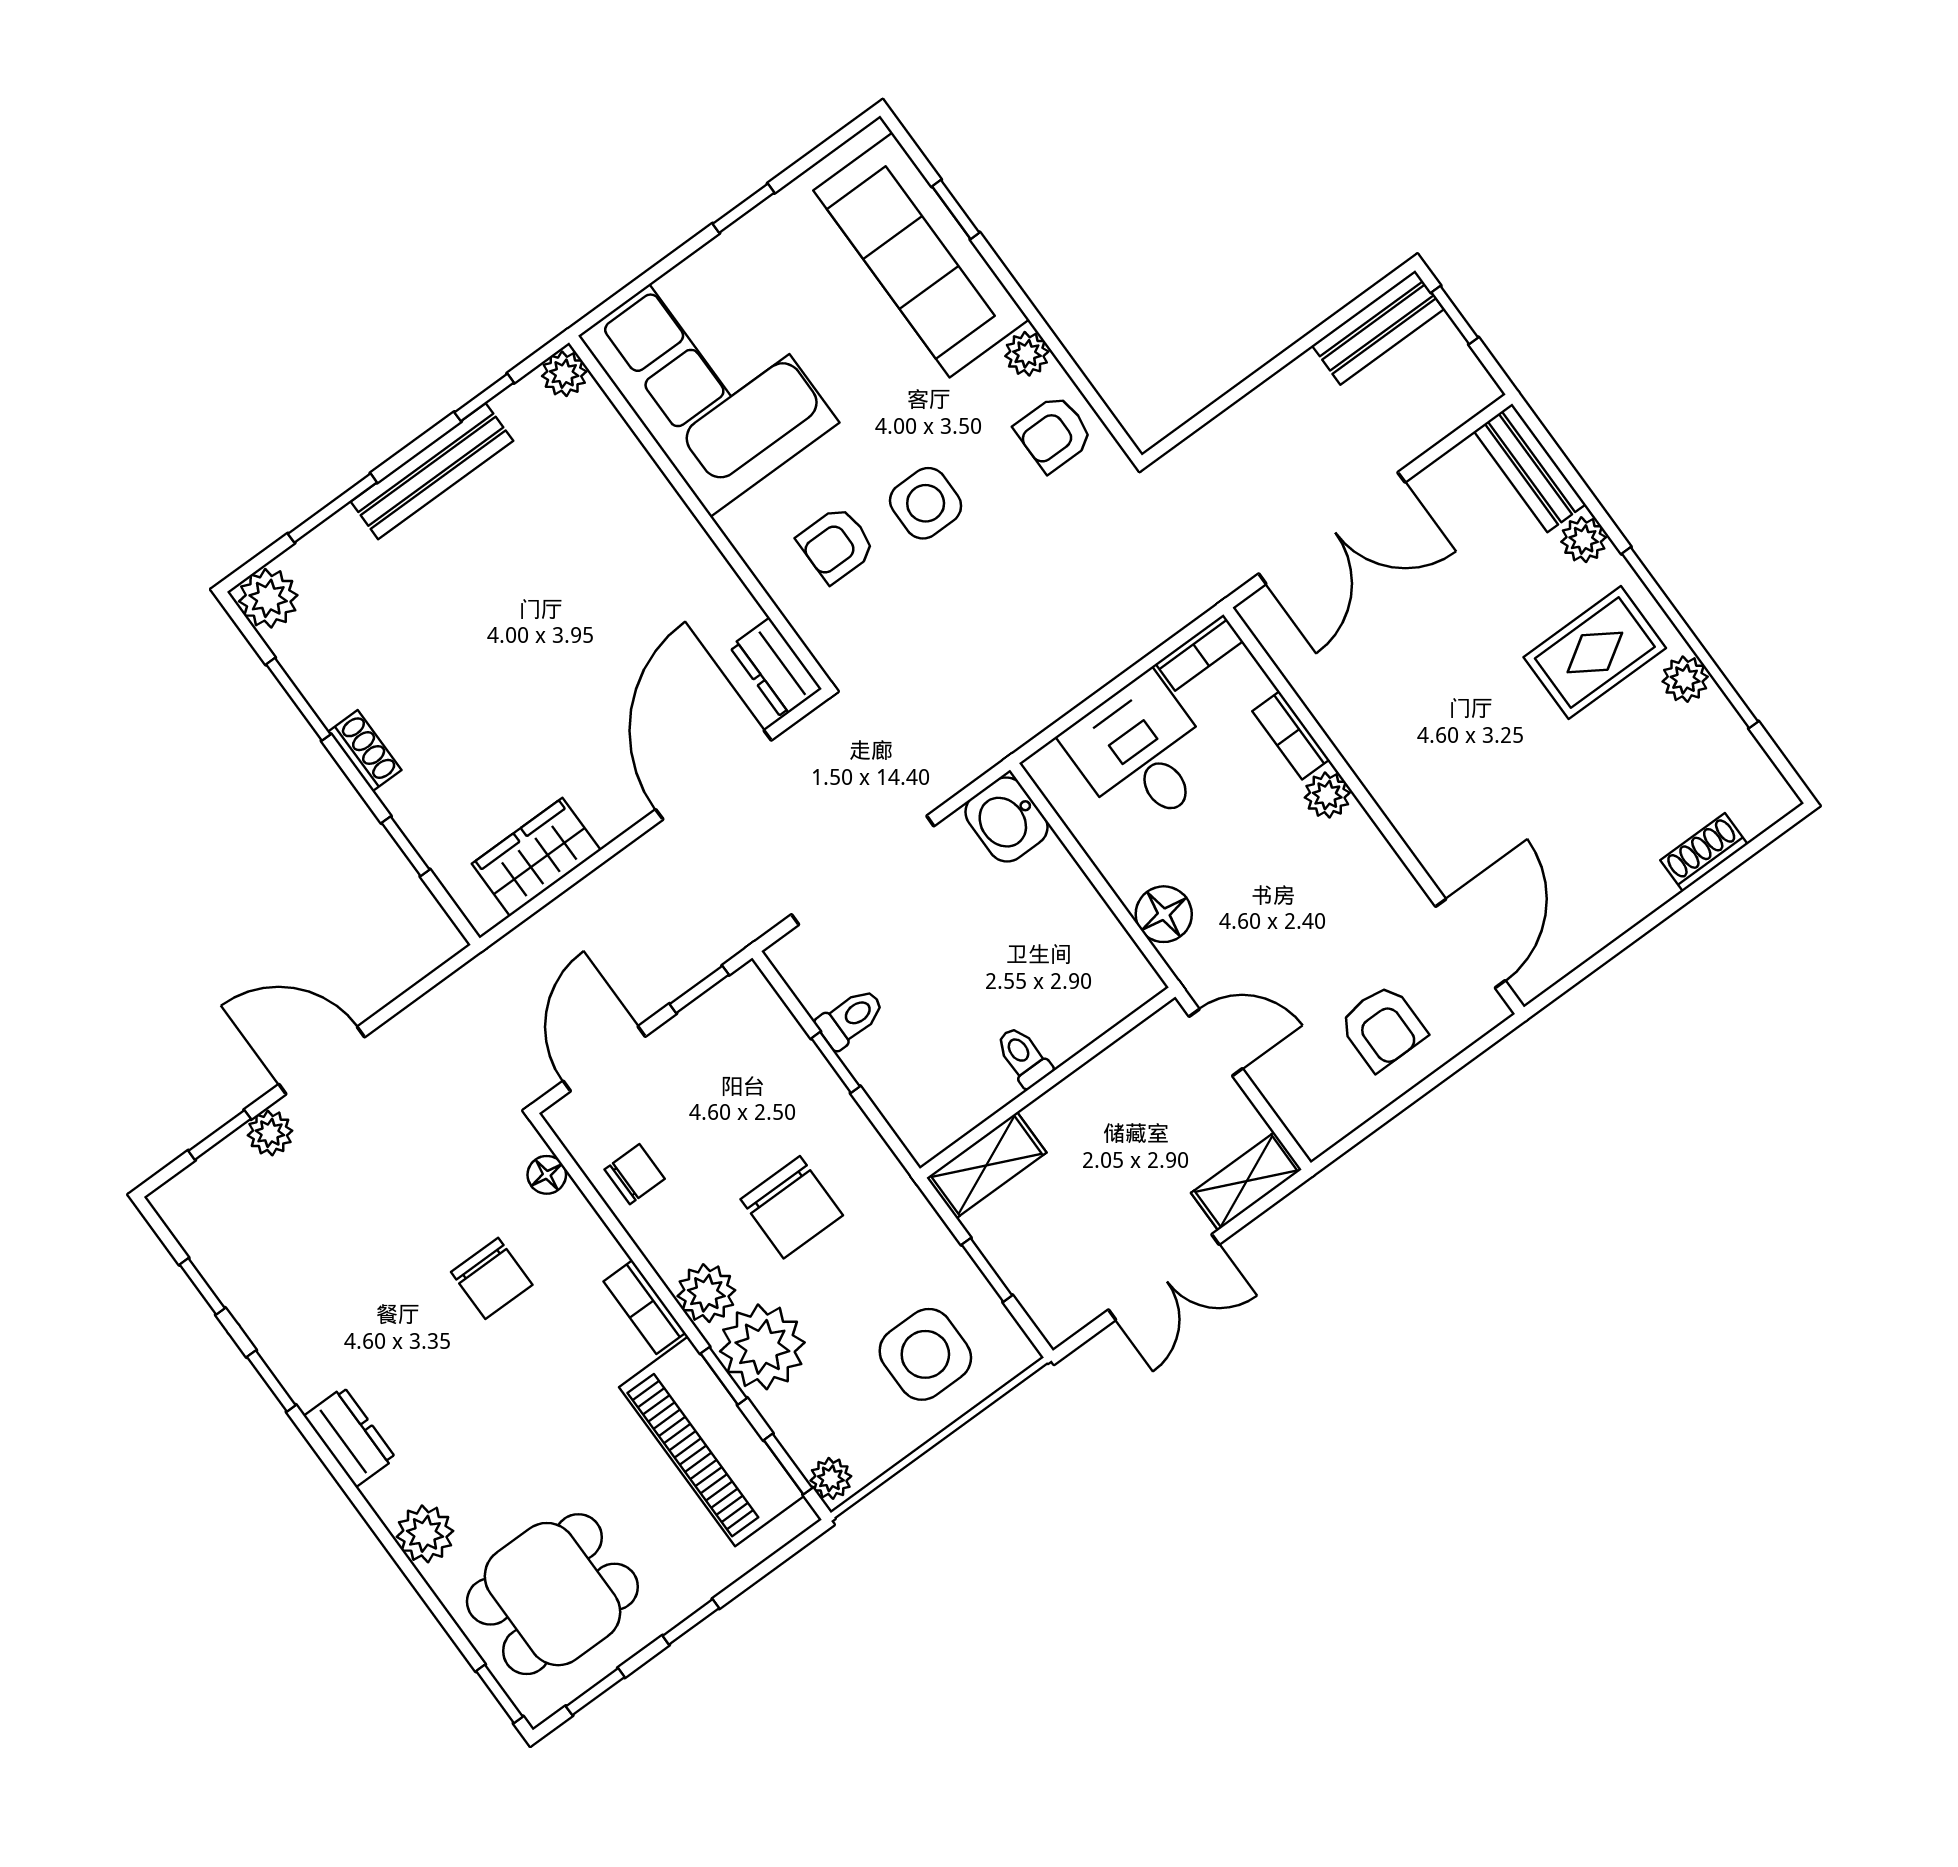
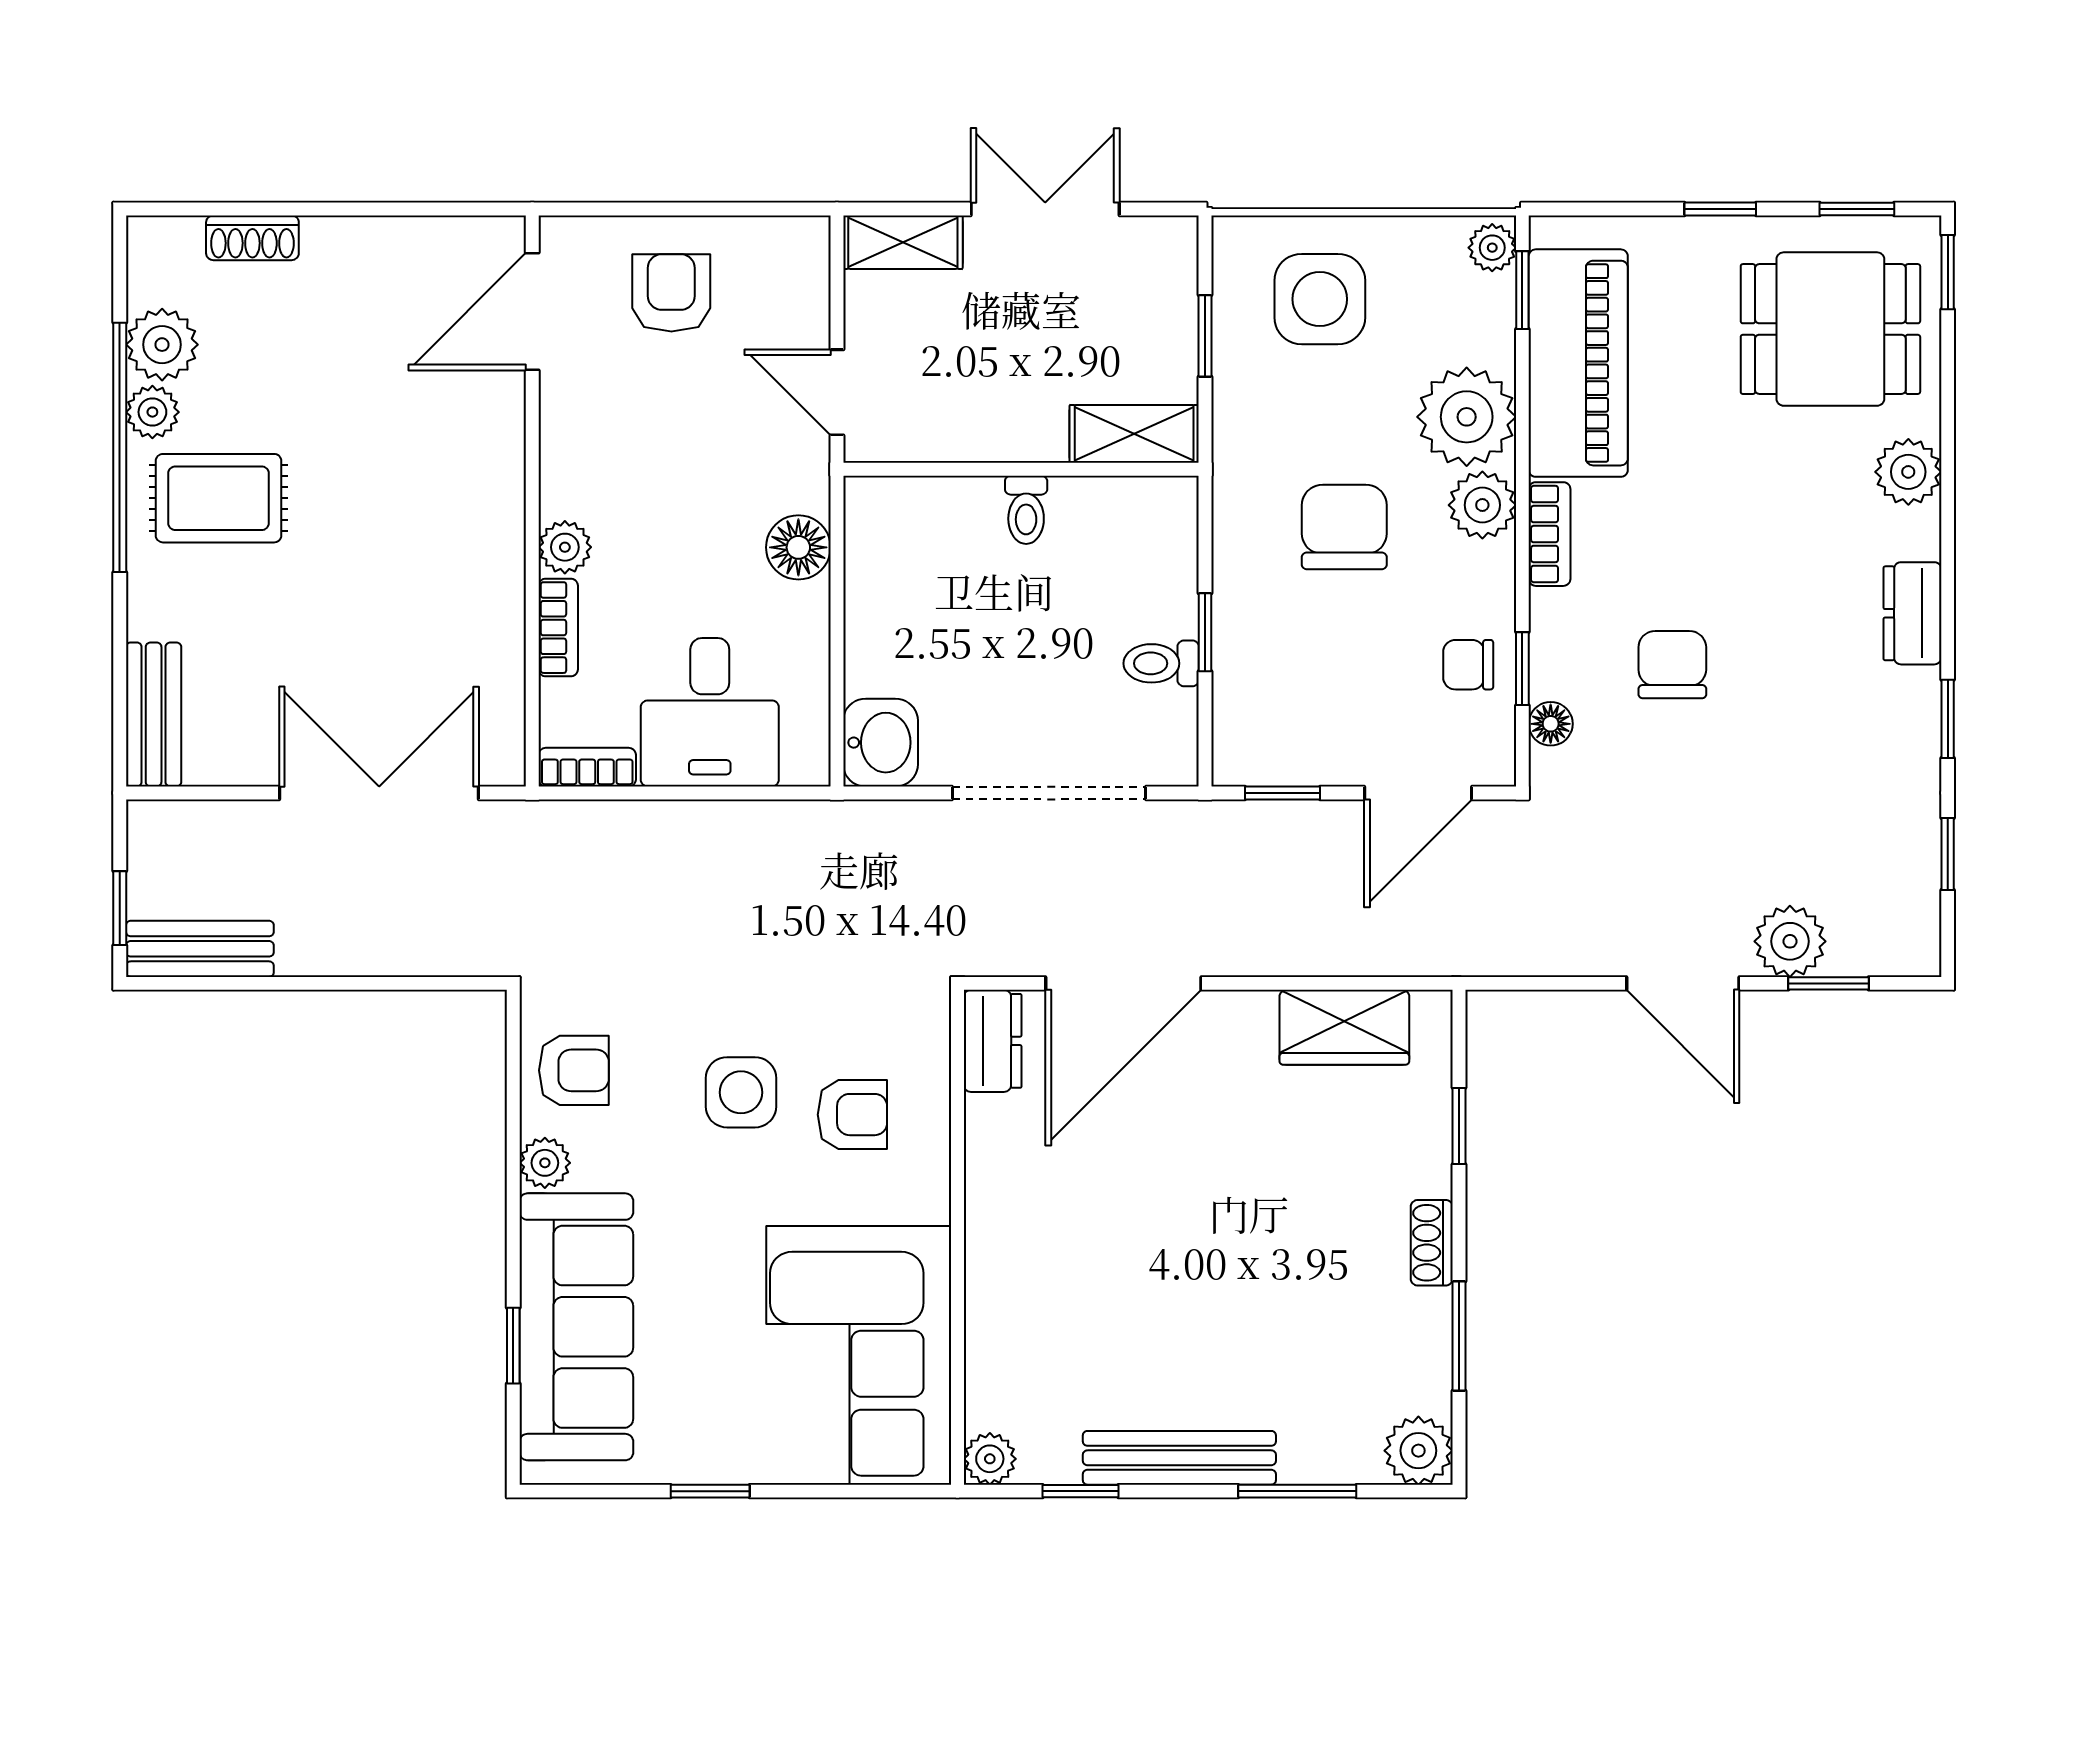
plant: (1584, 540) -> (162, 345), moved, width x1.38, depth x1.38
plant: (270, 1133) -> (1790, 941), width x1.38, depth x1.38
window: (724, 1376) -> (1522, 669), moved

